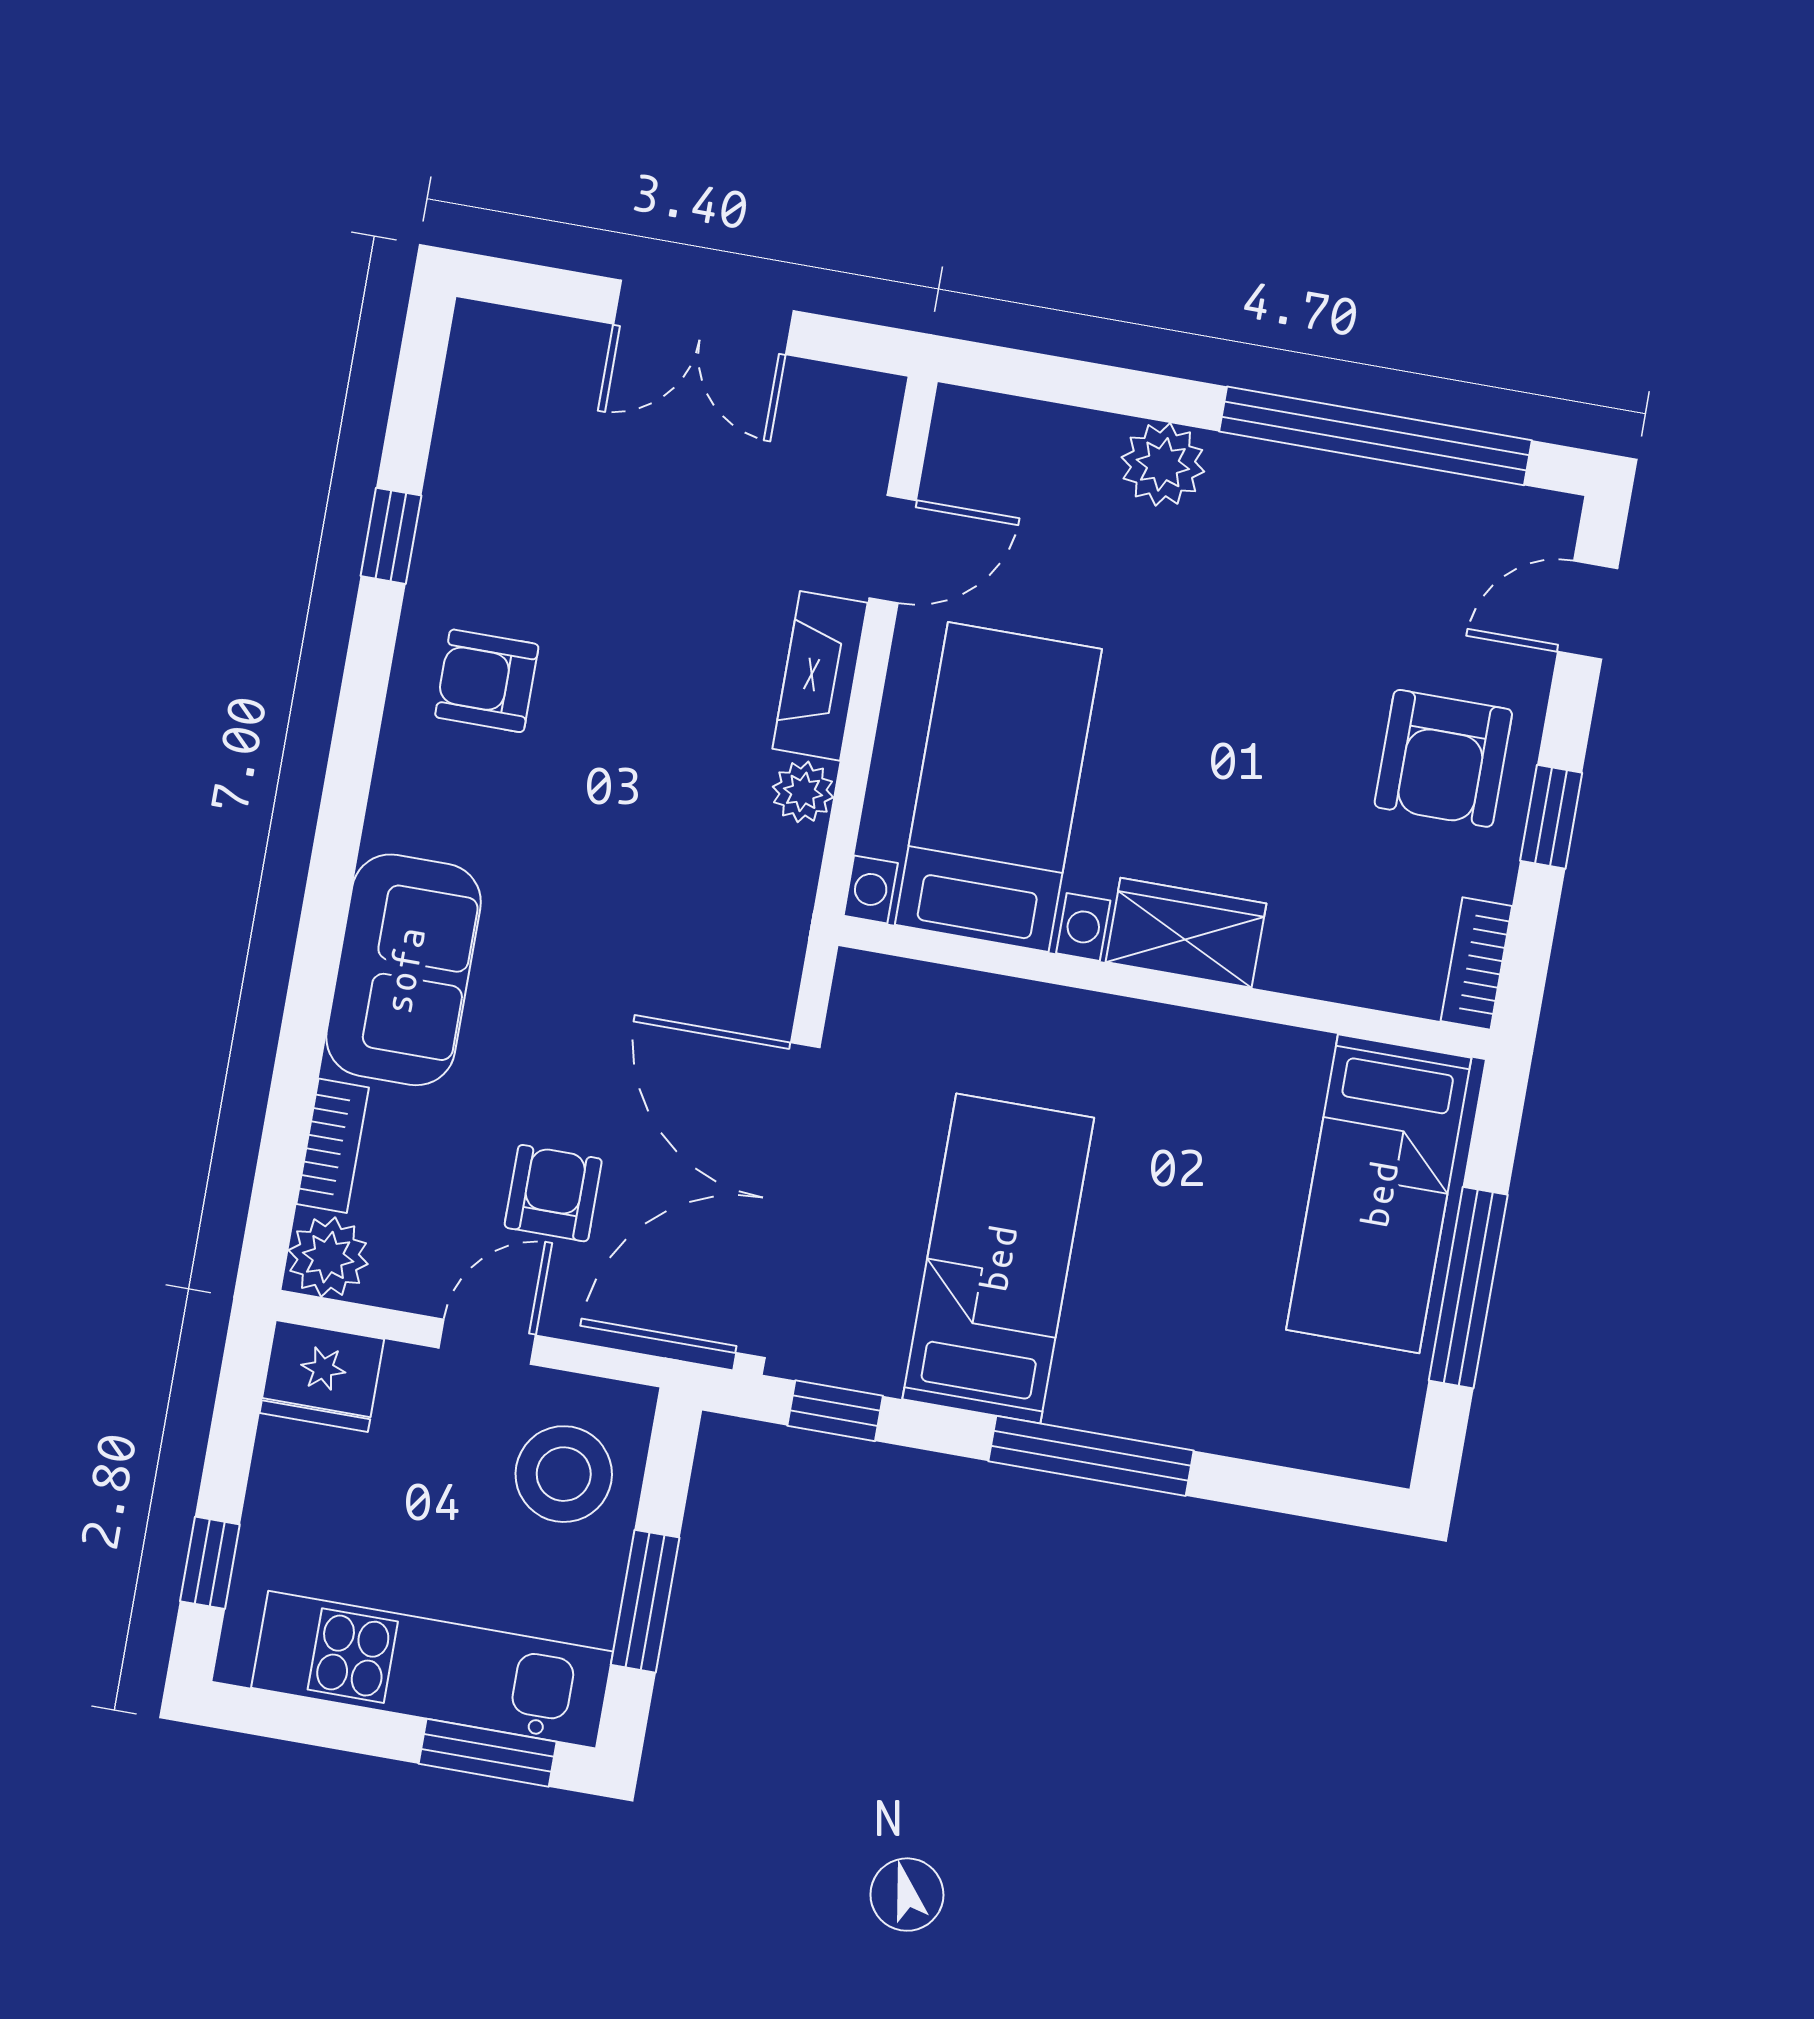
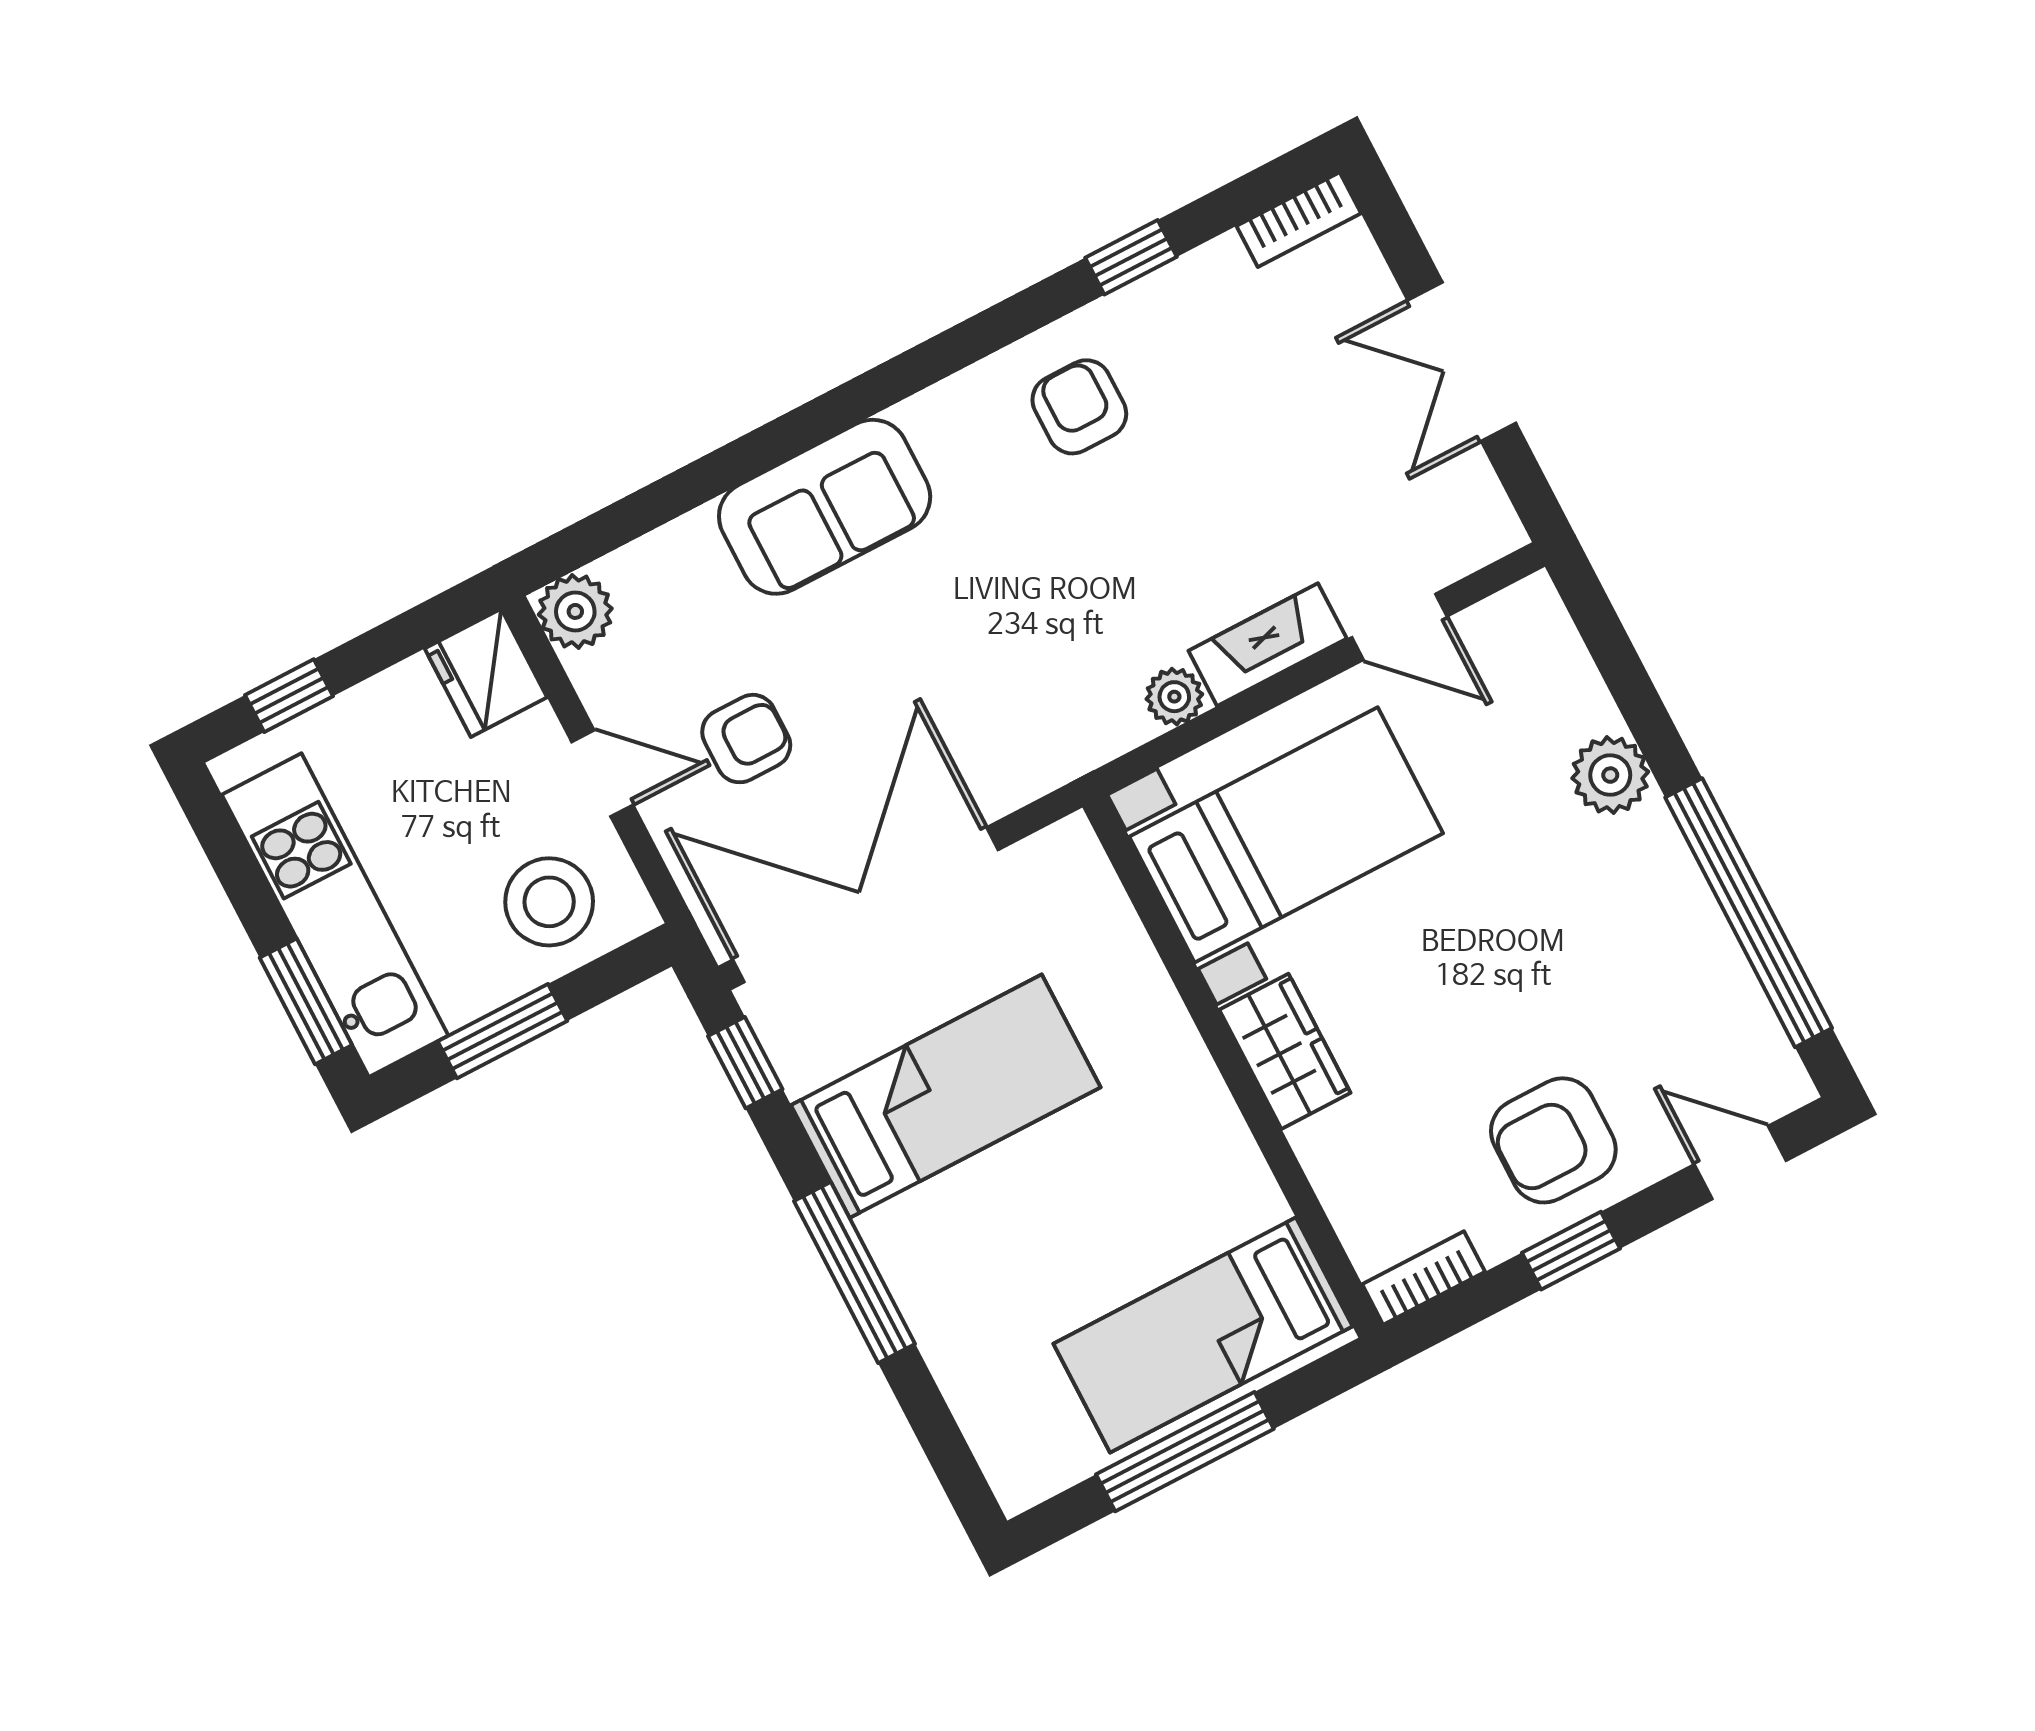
bookcase: (333, 1146) -> (1299, 220), moved

